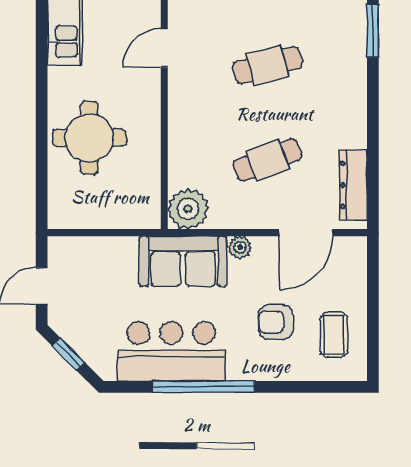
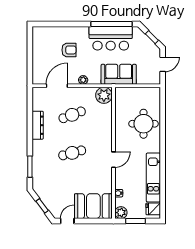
dresser: (353, 185) -> (38, 125), moved
sofa: (183, 261) -> (119, 74), moved
coffee table: (334, 335) -> (45, 45), removed
window: (203, 387) -> (112, 24), moved

